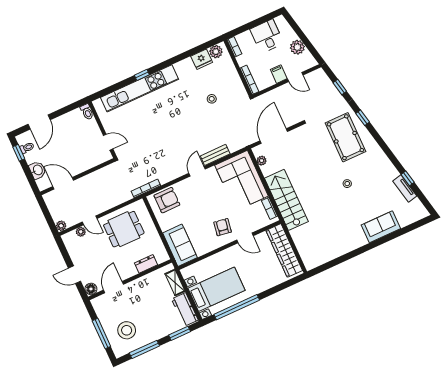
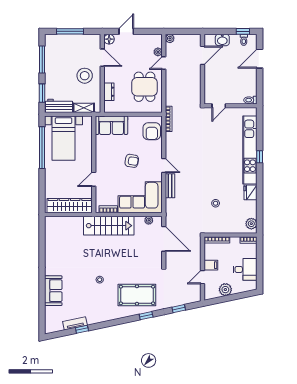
fridge: (202, 59) -> (251, 192), moved
door: (39, 122) -> (260, 59), hinge flipped
armchair: (223, 227) -> (132, 161), moved
stool: (127, 330) -> (85, 76), moved

